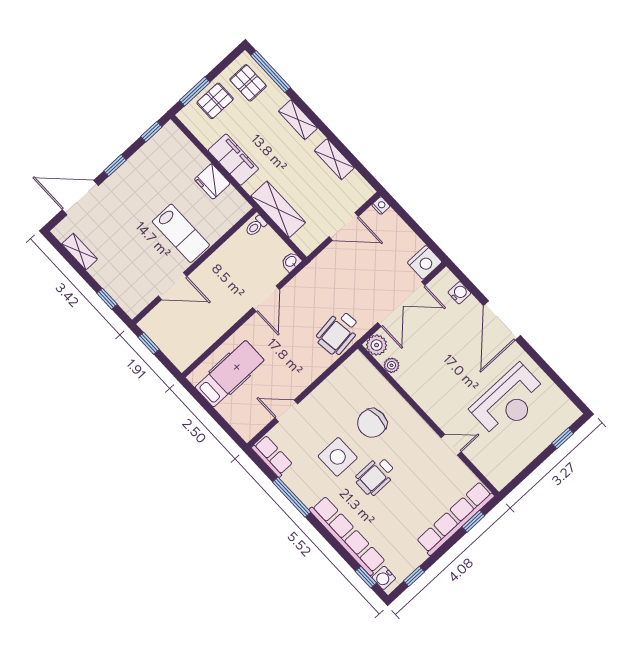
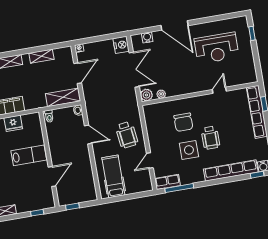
shelving: (278, 209) -> (63, 97), moved
wheelchair: (338, 333) -> (127, 135), moved
reception desk: (509, 401) -> (217, 48), turned 90
window: (292, 497) -> (179, 188), moved

